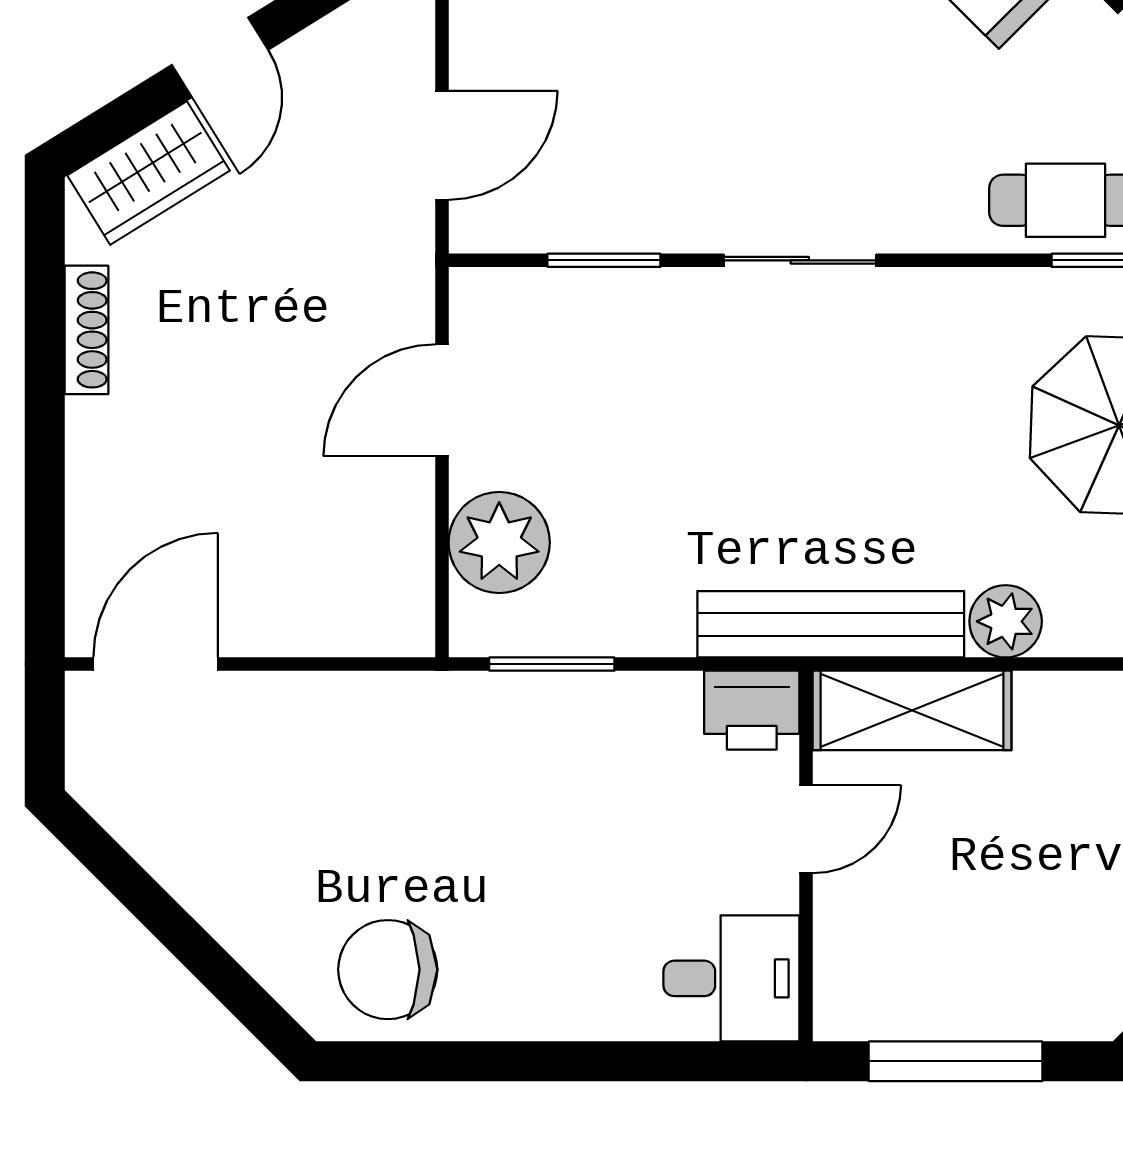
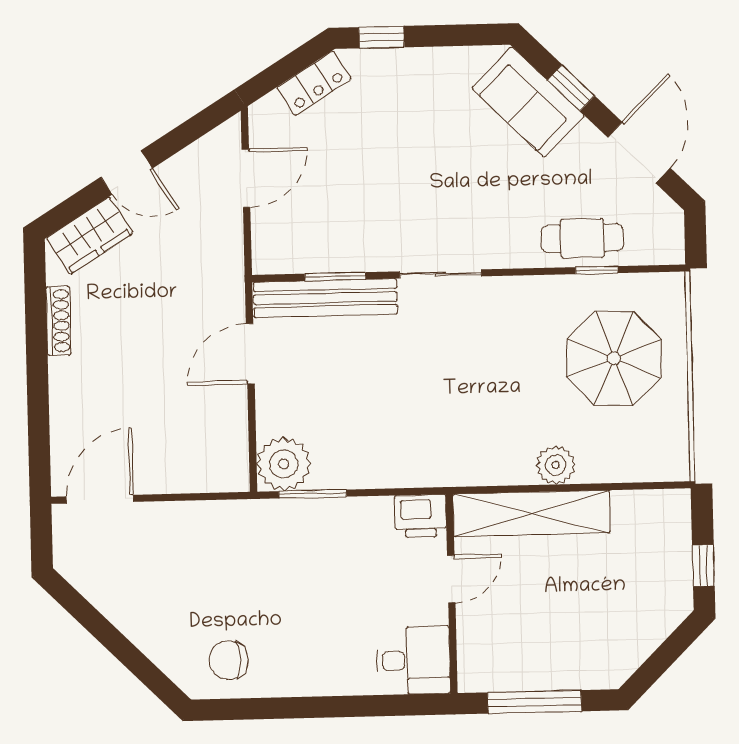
door: (220, 57) -> (127, 173), hinge flipped
door: (442, 145) -> (246, 178), moved
plant: (499, 543) -> (284, 464), moved
bench: (831, 624) -> (325, 298), moved
shelving: (912, 710) -> (531, 513), width x1.47
chair: (388, 970) -> (229, 660), width x0.73, depth x0.73

